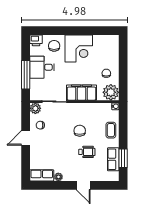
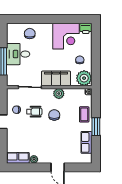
printer: (36, 40) -> (86, 28), moved
corner desk: (79, 48) -> (66, 36), moved
plant: (35, 108) -> (59, 94), moved
wheelchair: (87, 152) -> (34, 112), moved
window: (123, 158) -> (96, 127), moved

